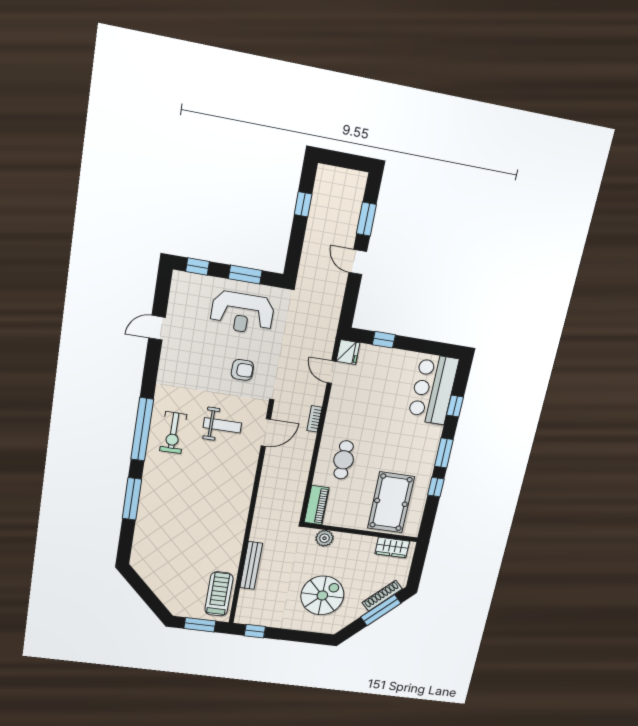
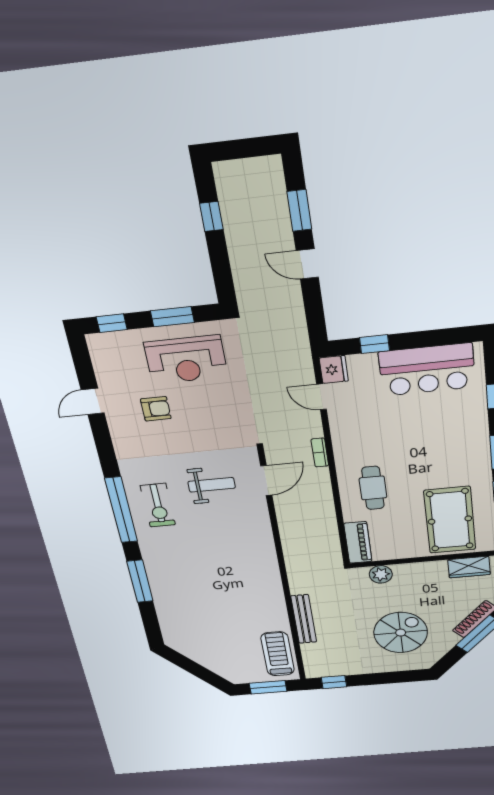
armchair: (242, 370) -> (156, 409), moved
bar counter: (433, 389) -> (427, 370), moved, turned -90

